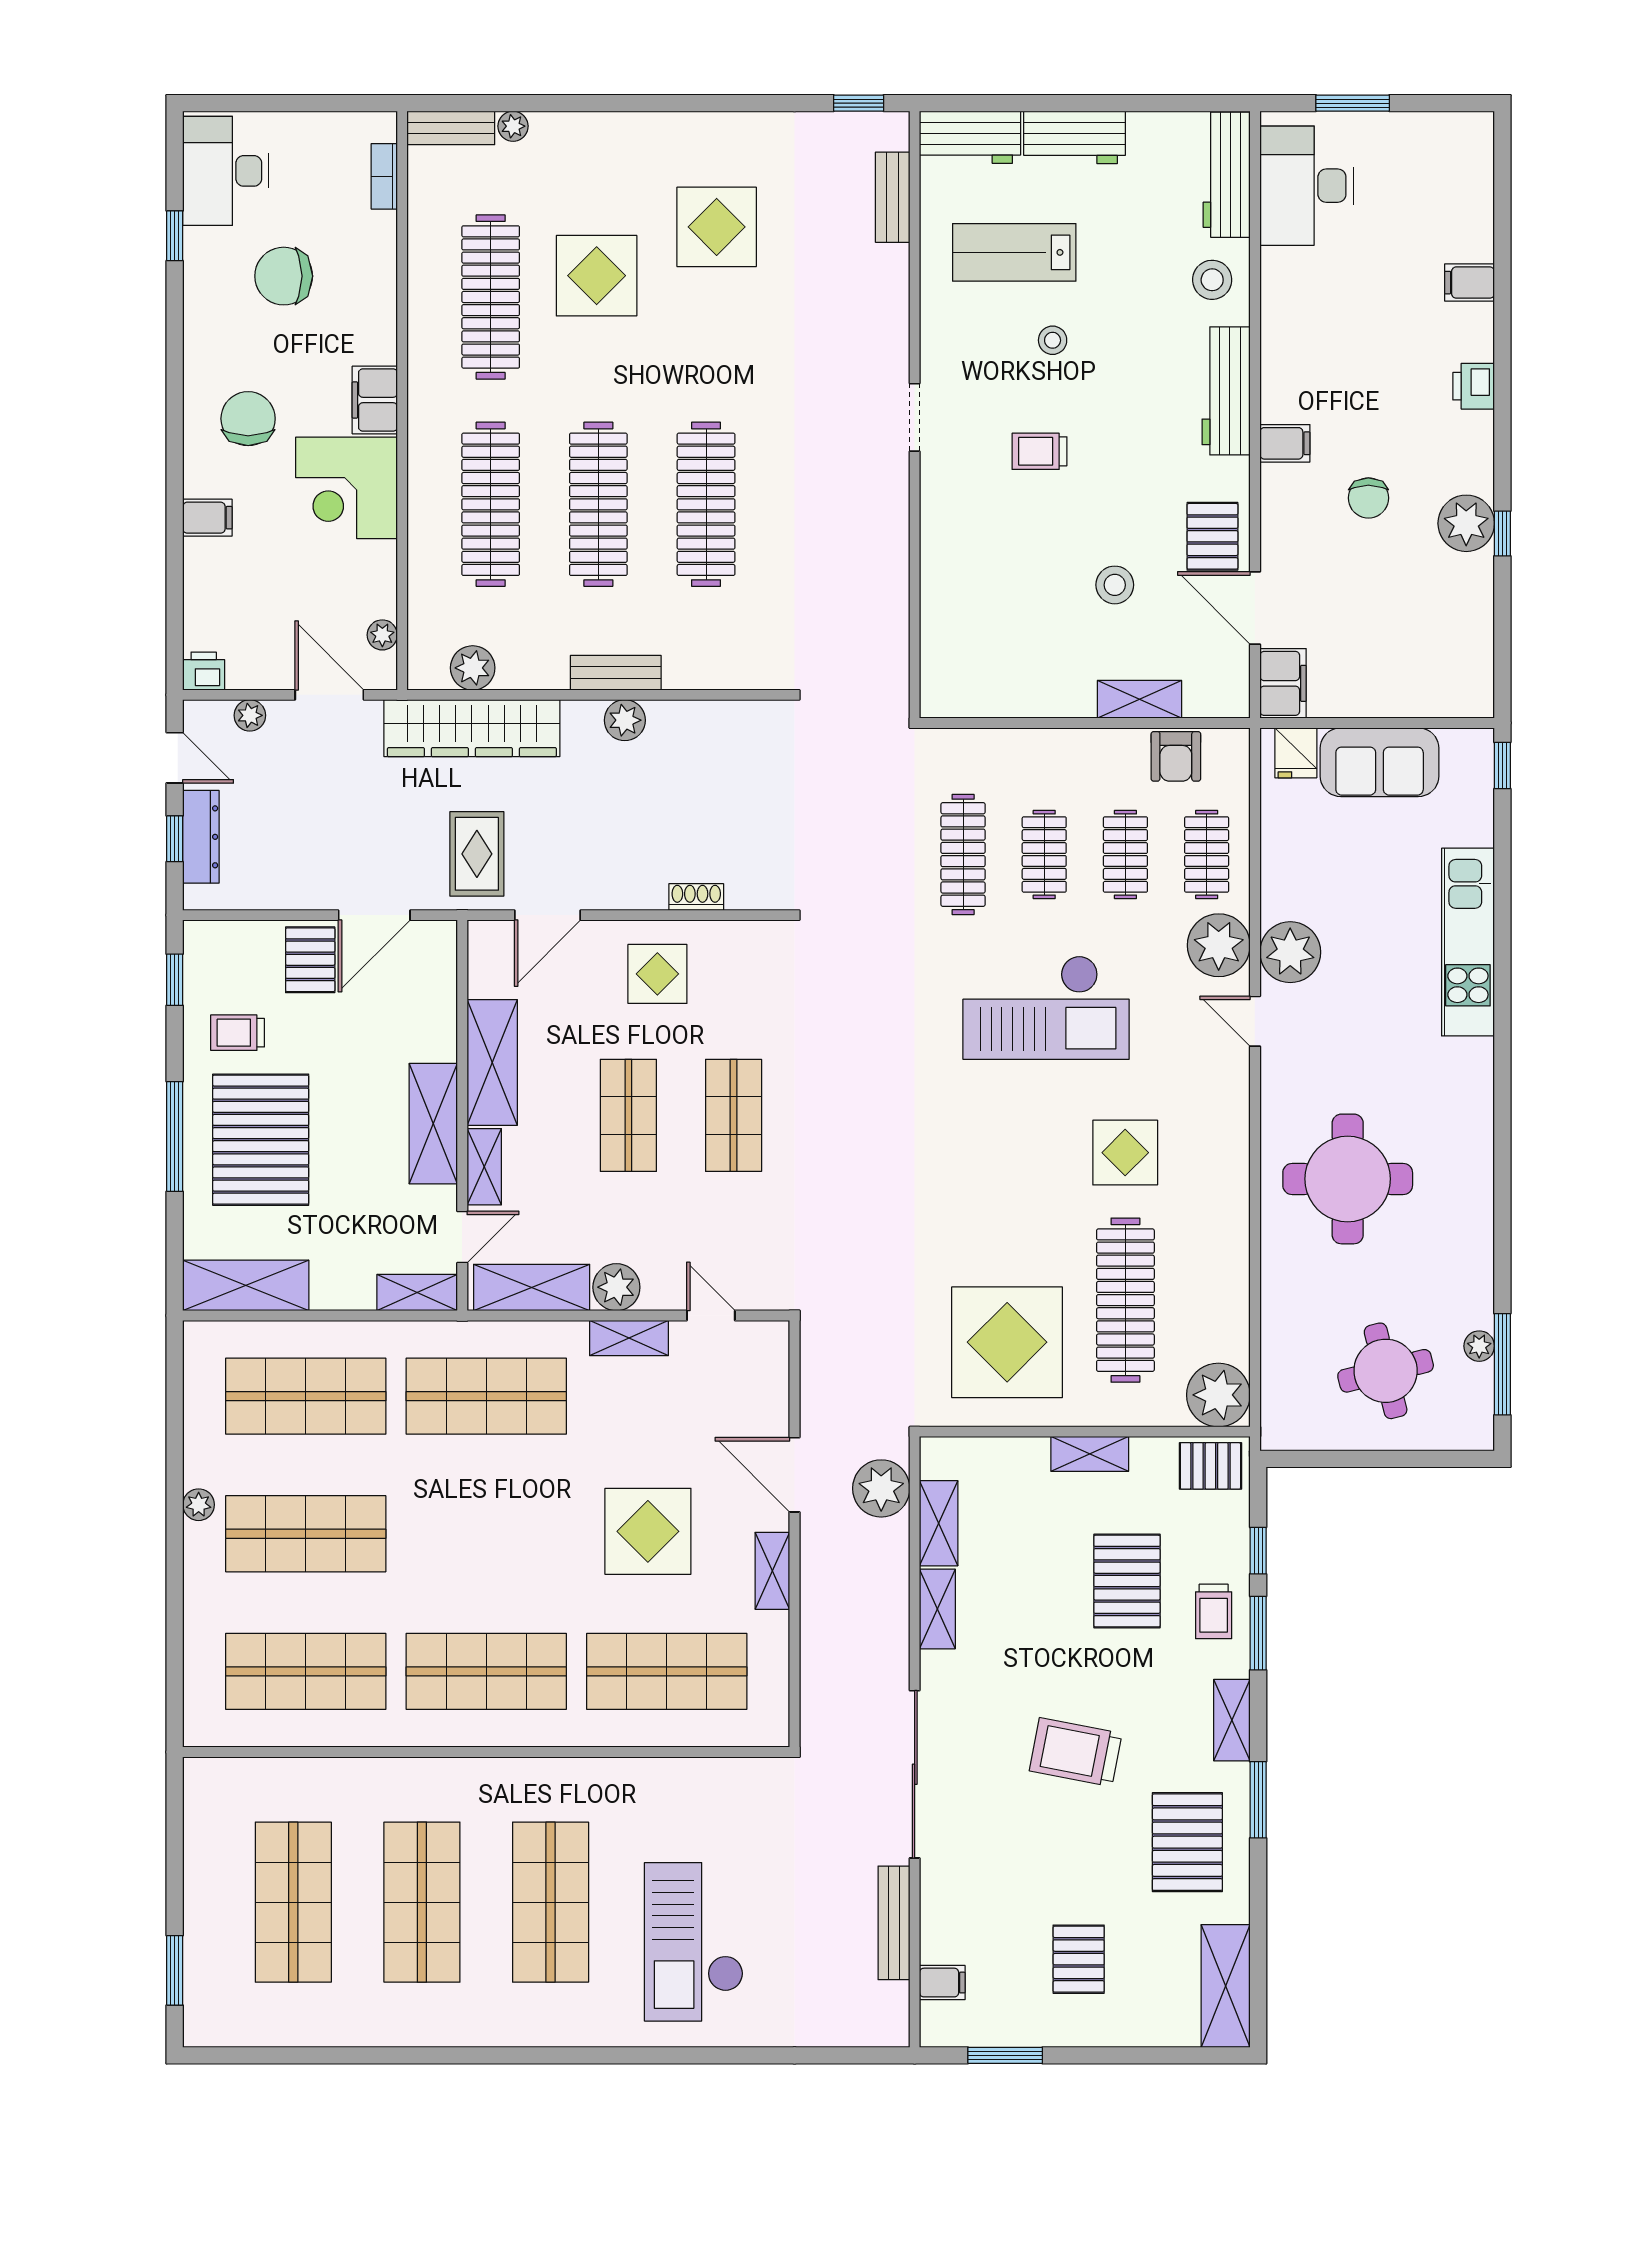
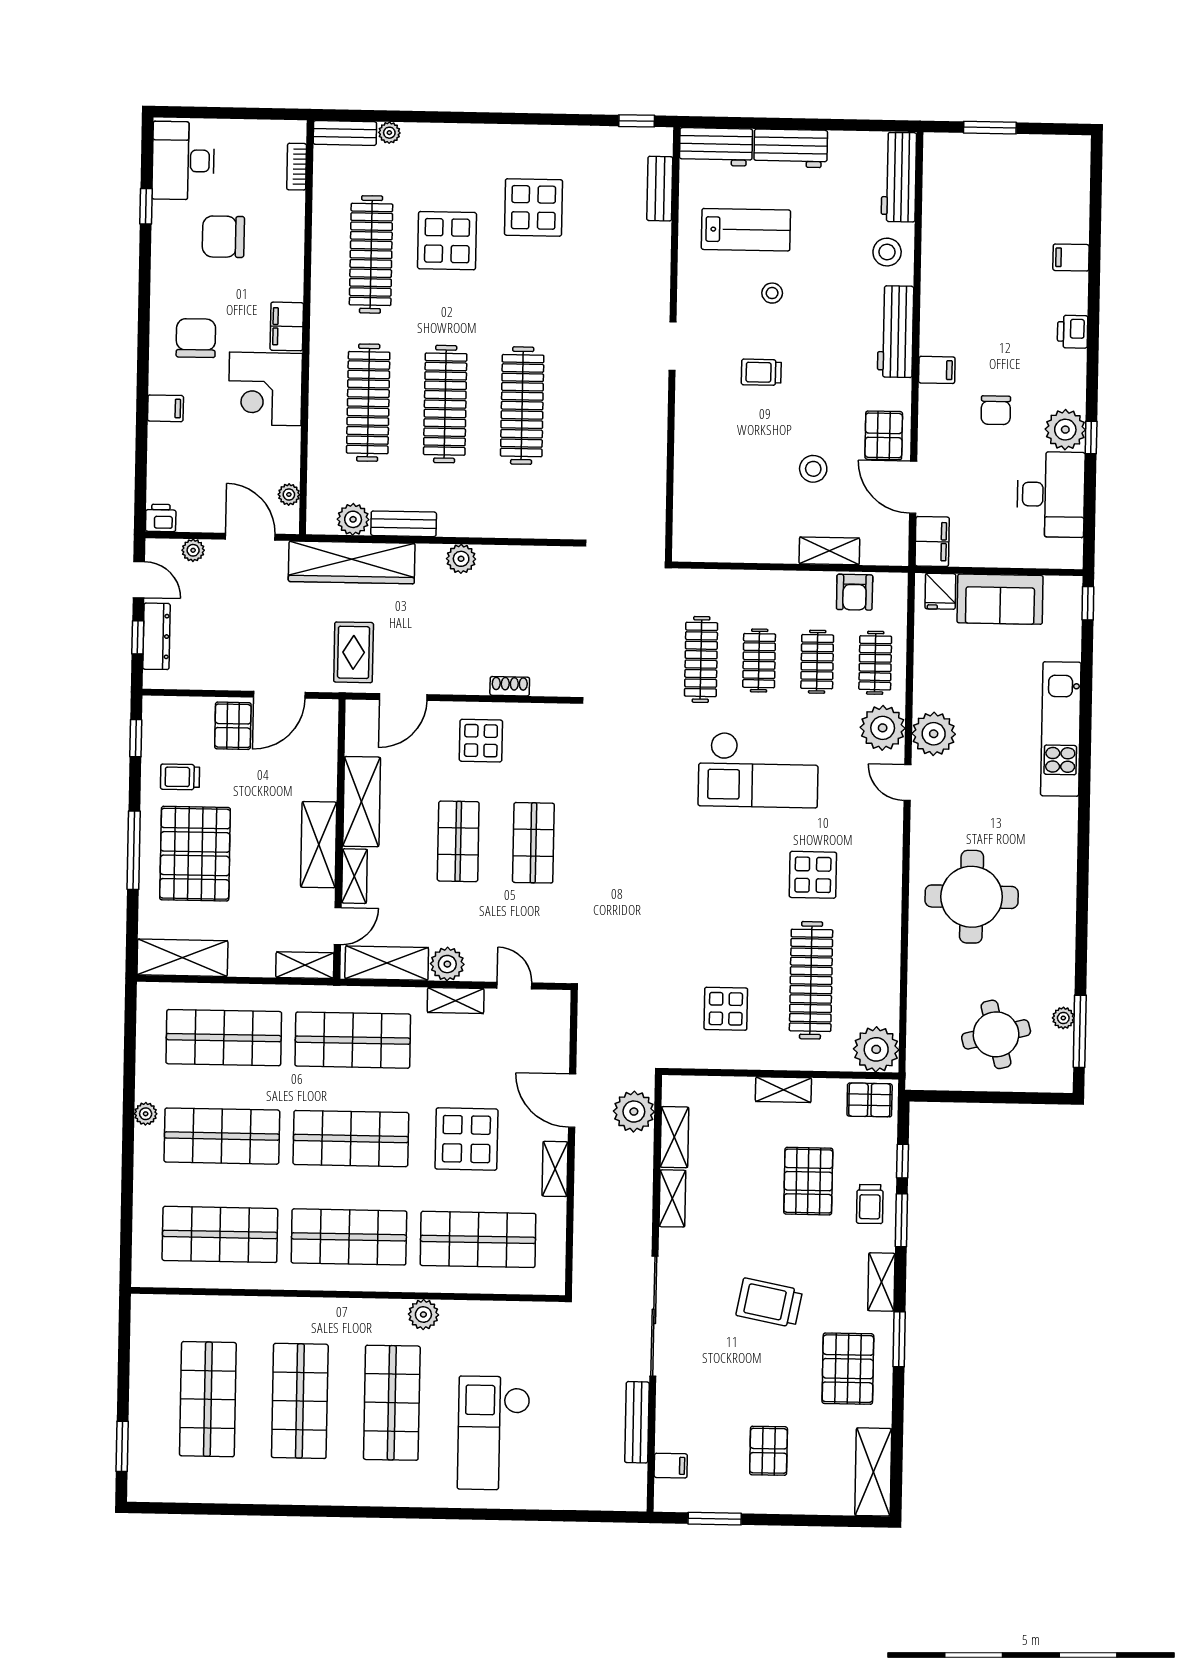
desk: (1307, 186) -> (1051, 494), moved, turned 180
lab bench: (1014, 252) -> (746, 230), turned 180
bench: (616, 673) -> (404, 524), moved
display table: (1007, 1342) -> (726, 1009), width x0.54, depth x0.54
shop shelf: (486, 1534) -> (351, 1139), added
plant: (592, 1778) -> (423, 1314), added

